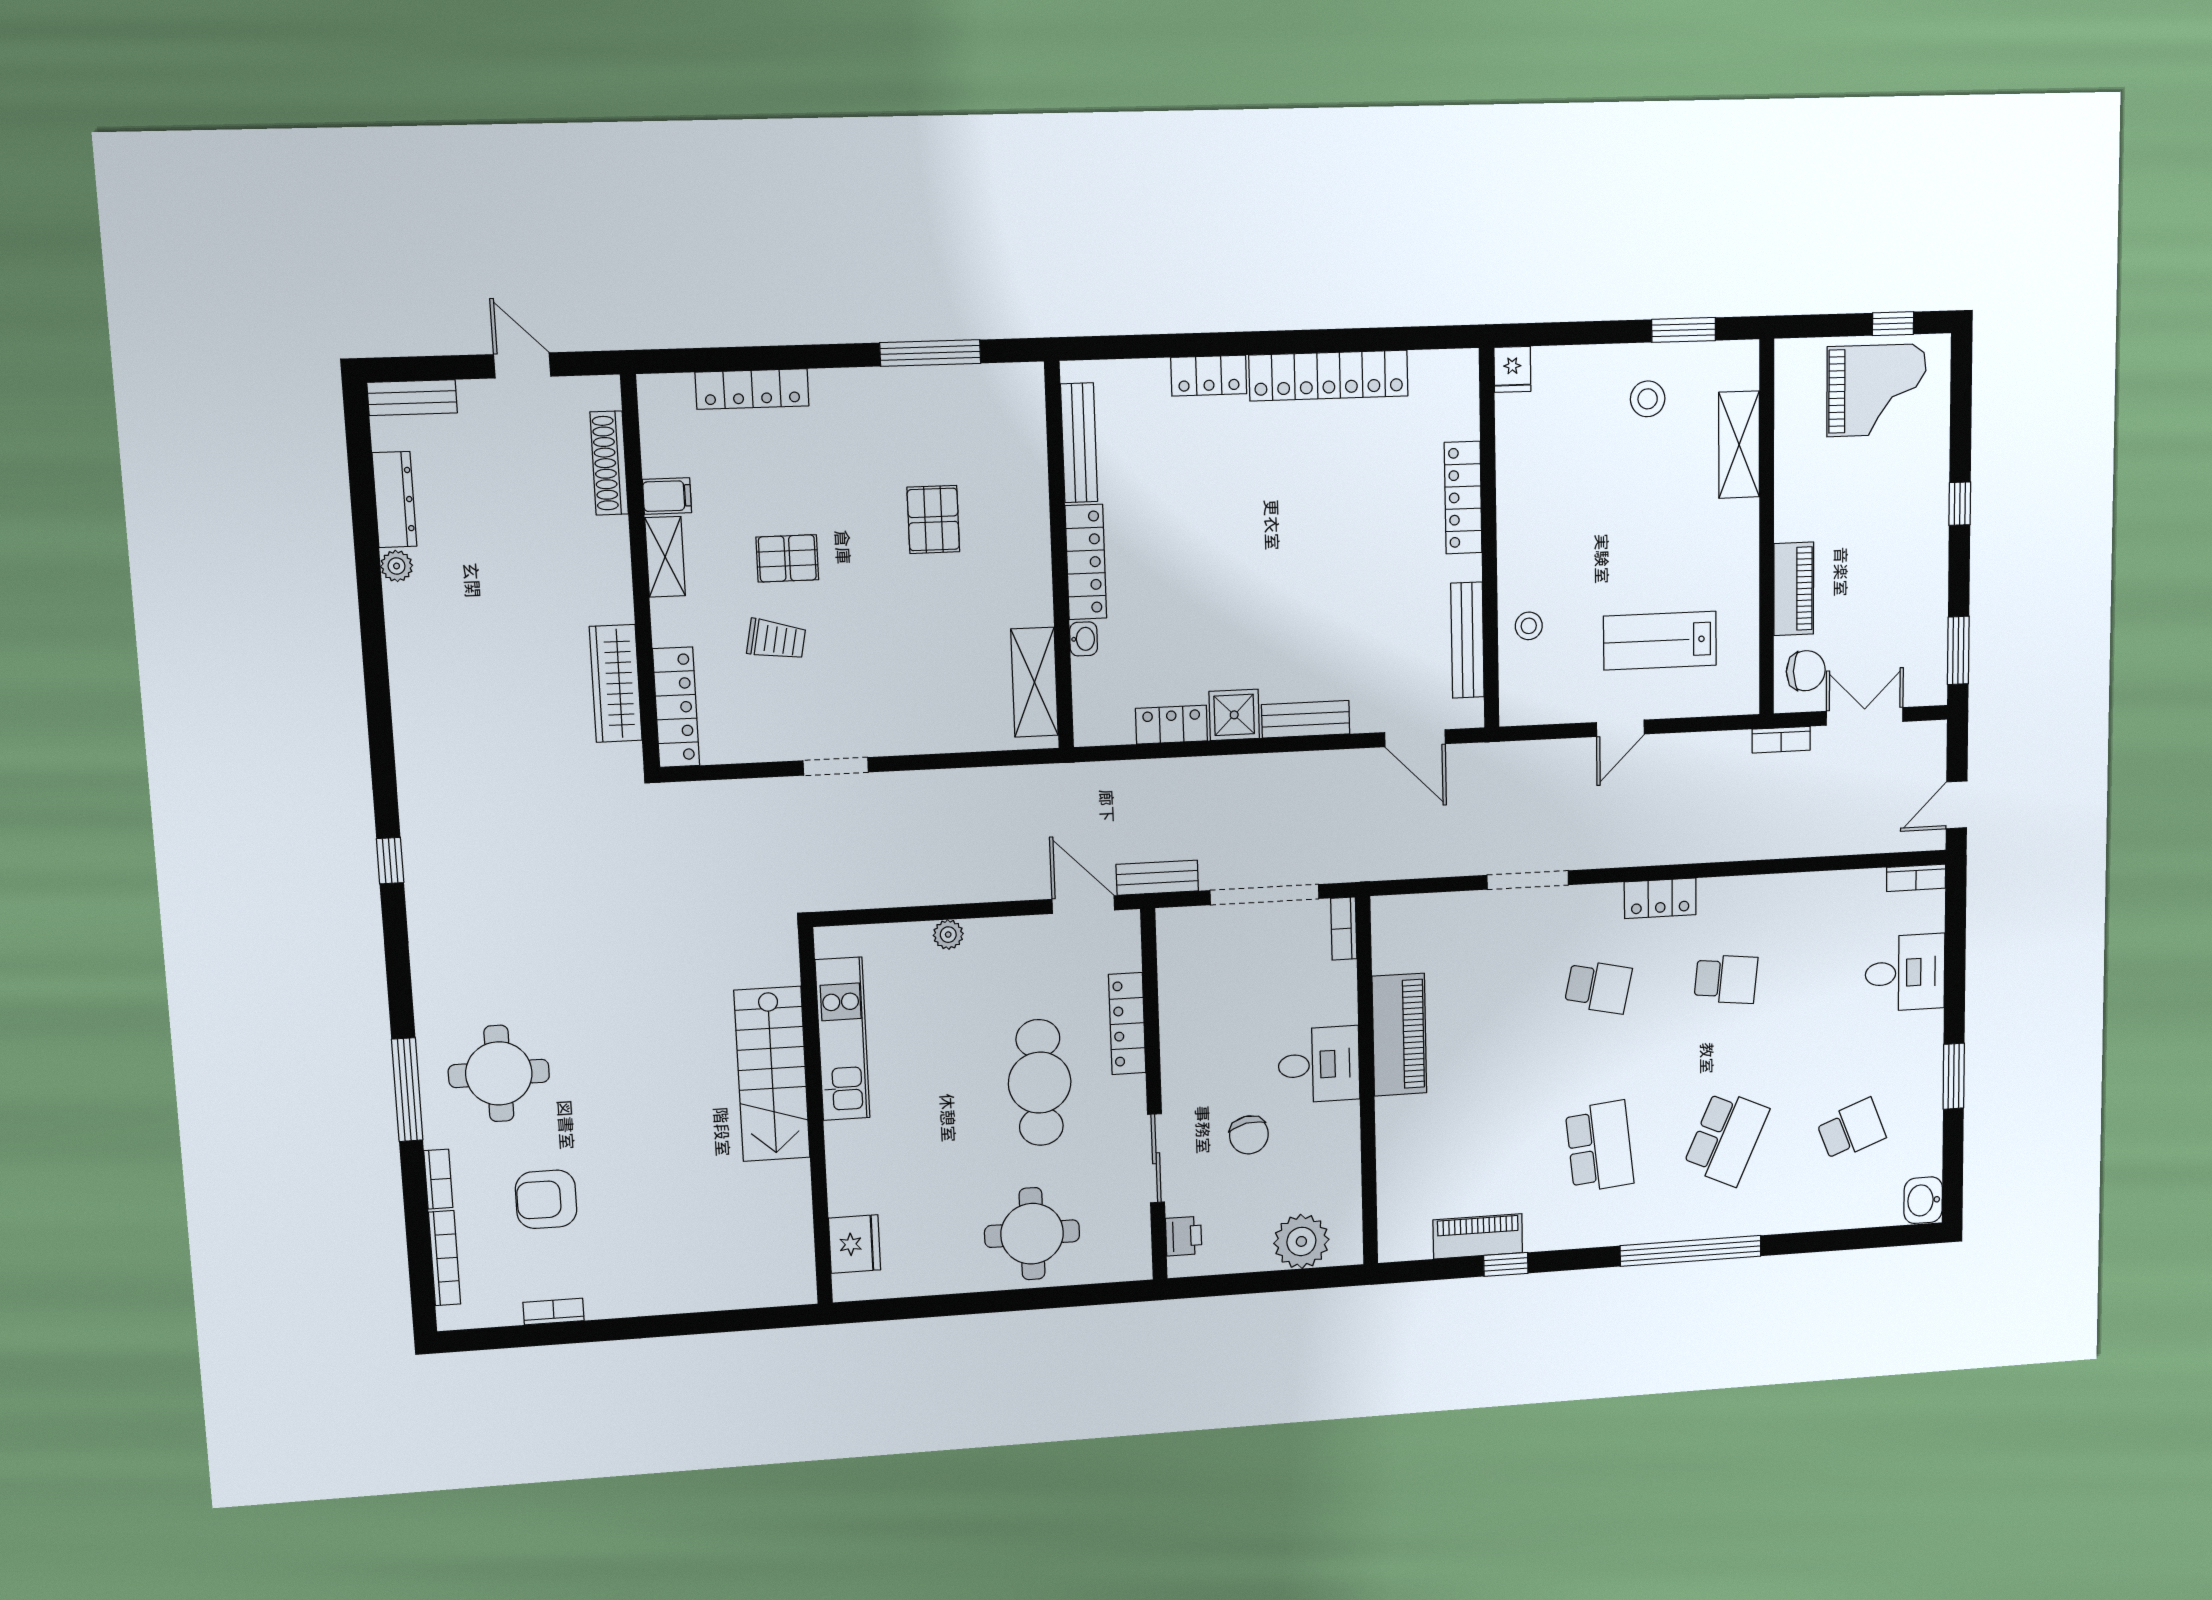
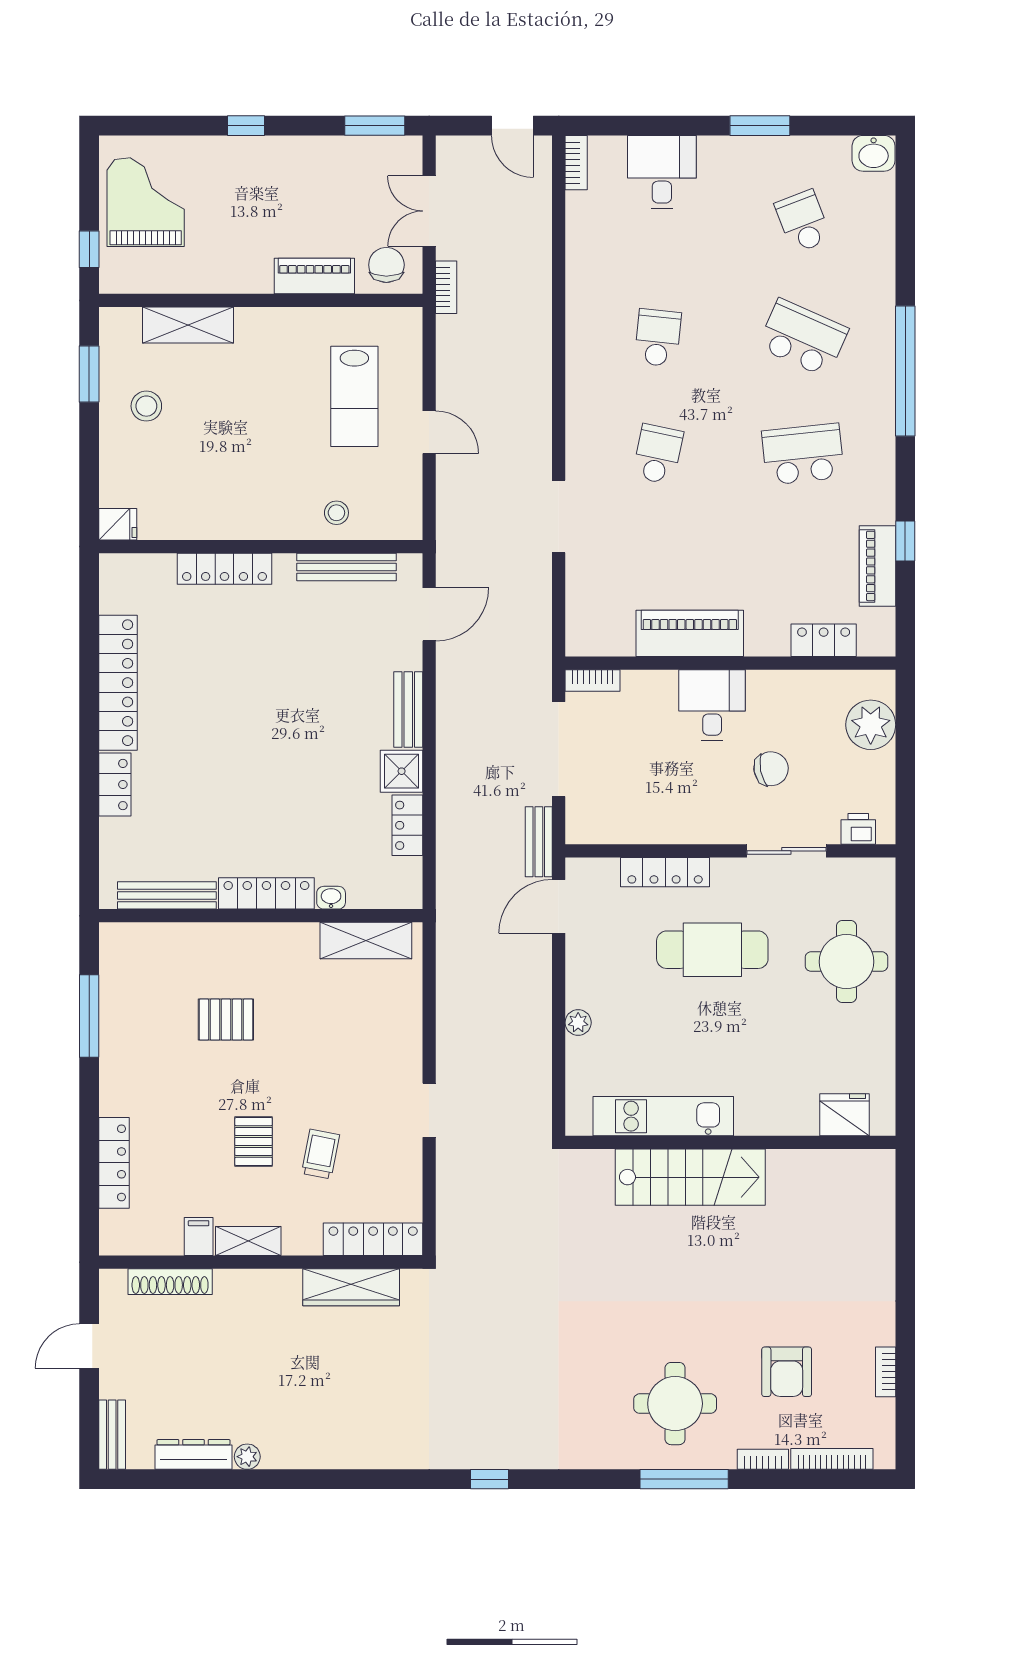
window: (1893, 324) -> (89, 249), moved
locker: (1660, 898) -> (824, 640), moved, turned -90

